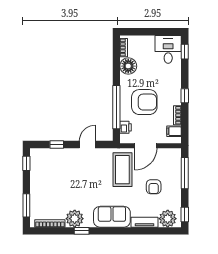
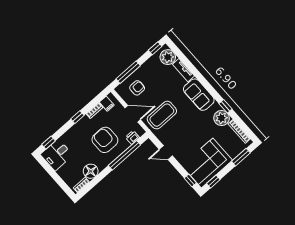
window: (57, 145) -> (190, 180), moved
corner sofa: (47, 172) -> (207, 163), added
armchair: (154, 187) -> (137, 88), moved

